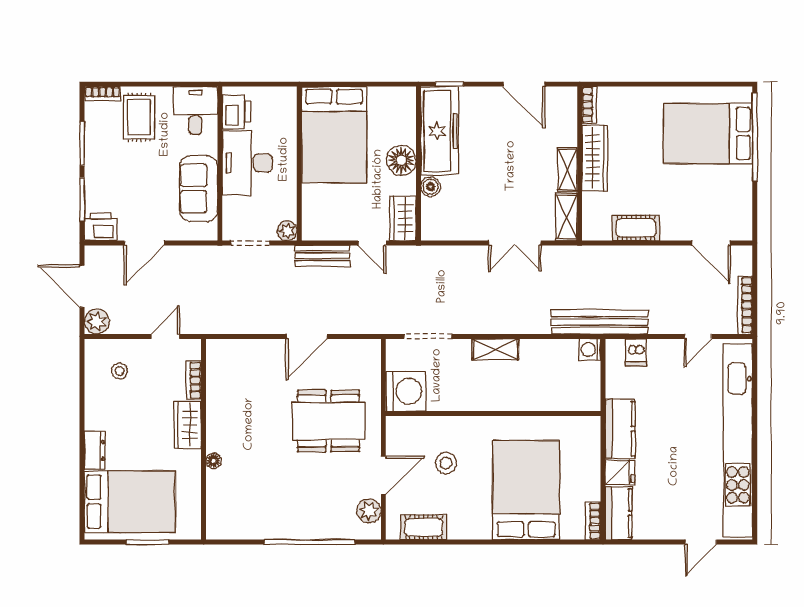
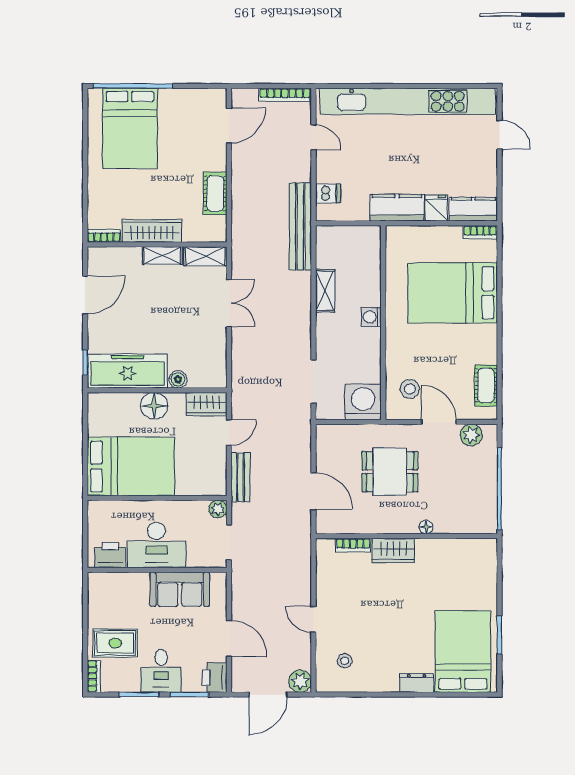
desk: (195, 110) -> (161, 671), moved, turned -90
shelving: (495, 349) -> (325, 291), moved
washing machine: (590, 350) -> (371, 317), moved, turned 90
bookcase: (193, 380) -> (353, 545), moved
dining table: (328, 421) -> (390, 472), width x0.73
wardrobe: (188, 425) -> (393, 550), moved
wall: (204, 439) -> (406, 536), moved
floor lamp: (214, 461) -> (426, 527), moved
stool: (446, 463) -> (410, 389), moved

